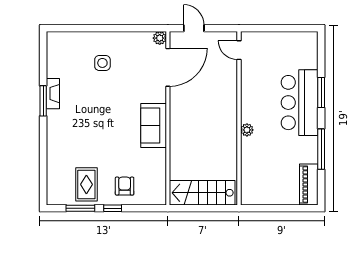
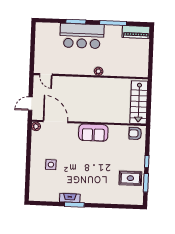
door: (239, 50) -> (46, 74), hinge flipped
armchair: (125, 186) -> (135, 133), moved

